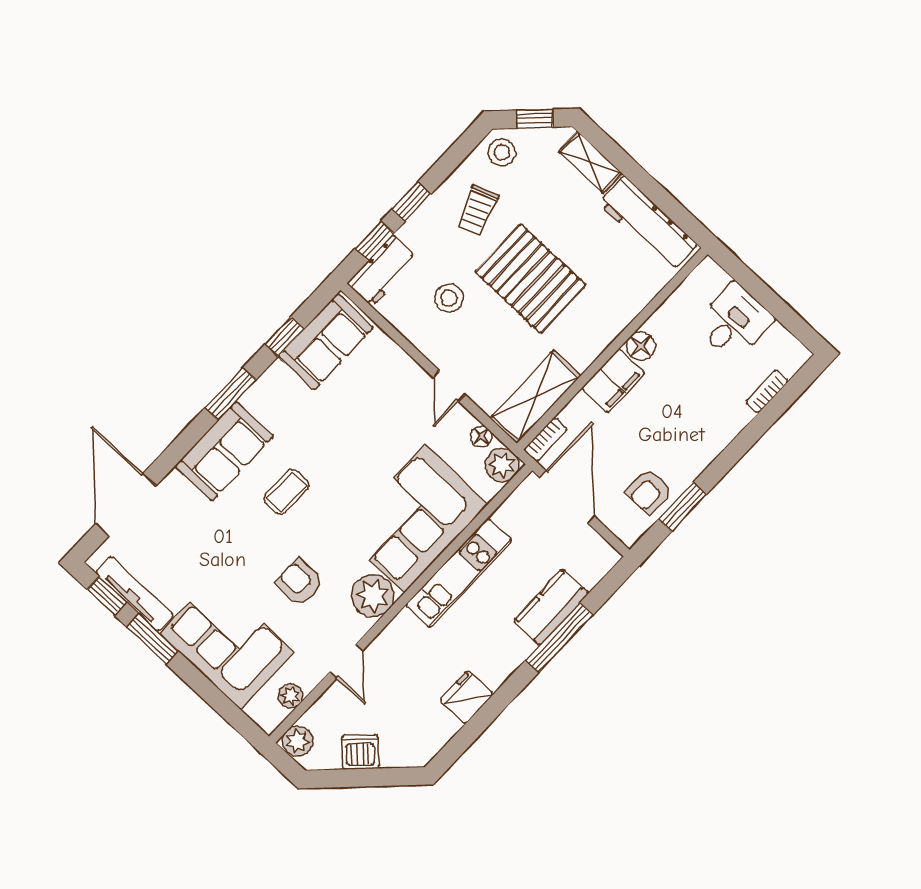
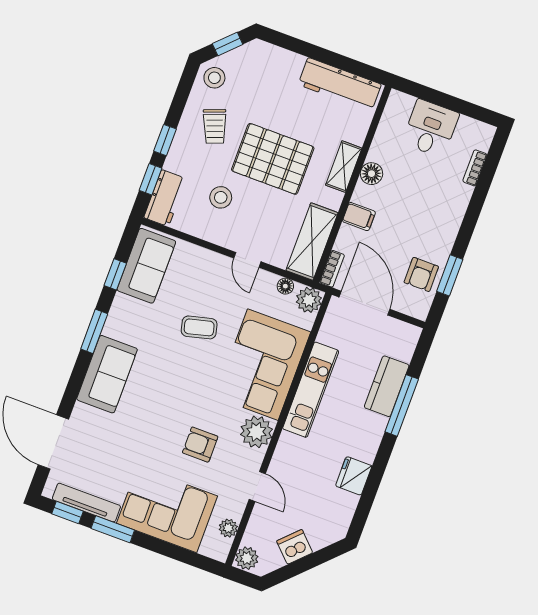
shelving: (590, 162) -> (344, 167), moved, turned 90
filing cabinet: (613, 381) -> (359, 217), width x0.50
coffee table: (287, 492) -> (199, 327), moved, turned 76

